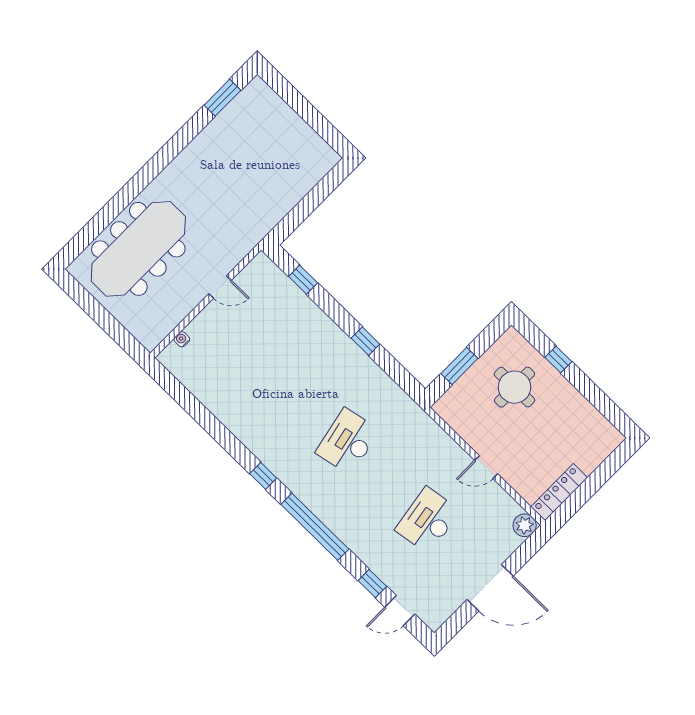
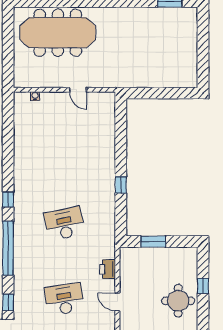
window: (303, 280) -> (121, 126), removed
round table: (515, 387) -> (178, 301), moved
printer: (441, 443) -> (108, 269), added

